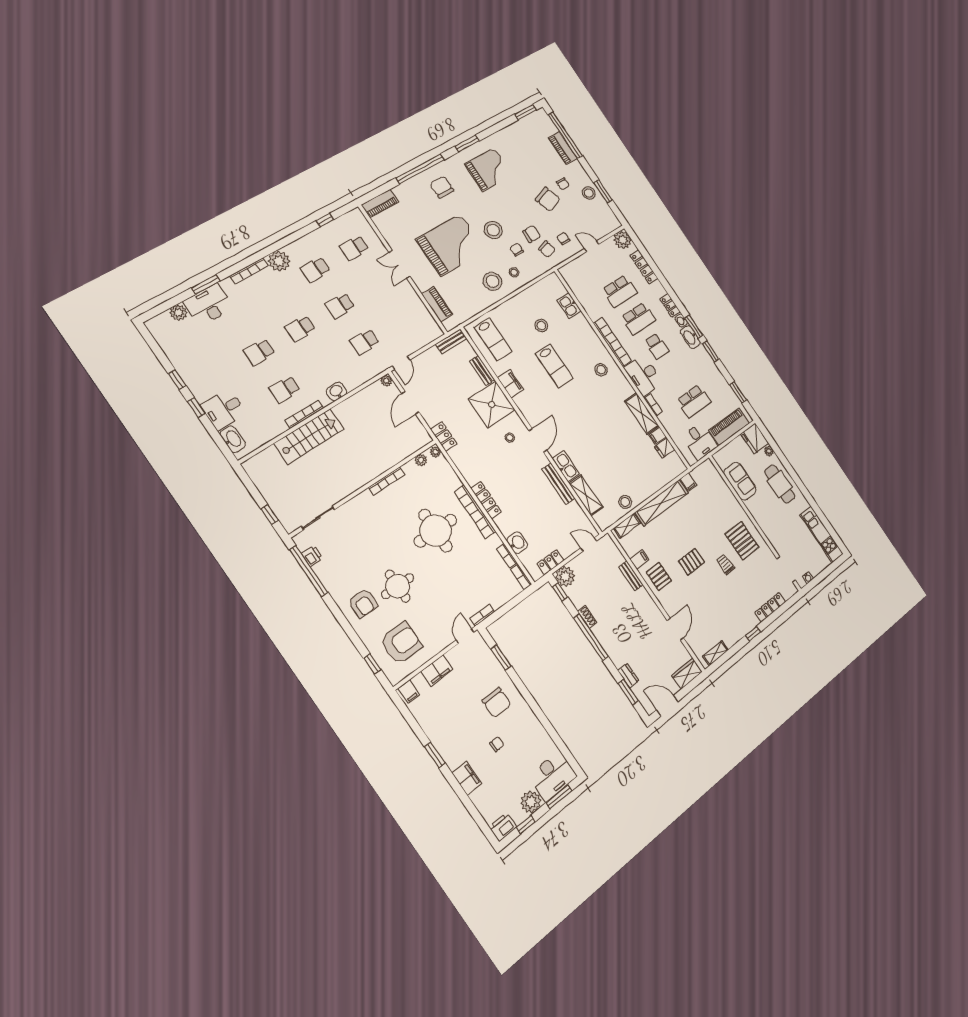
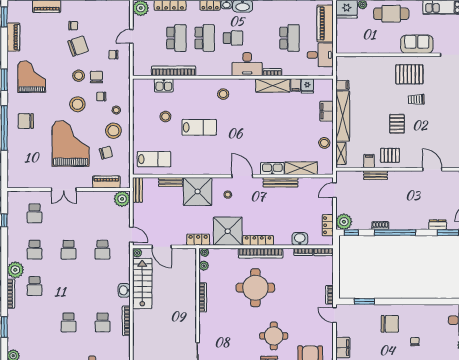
stool: (589, 193) -> (79, 76), moved
piano: (380, 203) -> (13, 37), moved
chair: (547, 249) -> (106, 153), moved
desk: (209, 305) -> (19, 334), removed
school desk: (300, 329) -> (35, 286), moved
plant: (431, 331) -> (122, 199), added
bookcase: (612, 342) -> (174, 71), moved
filing cabinet: (511, 384) -> (327, 111), moved, turned -90
stairs: (309, 436) -> (142, 283), moved
shower: (474, 462) -> (228, 231), added
sofa: (740, 481) -> (417, 44), moved

